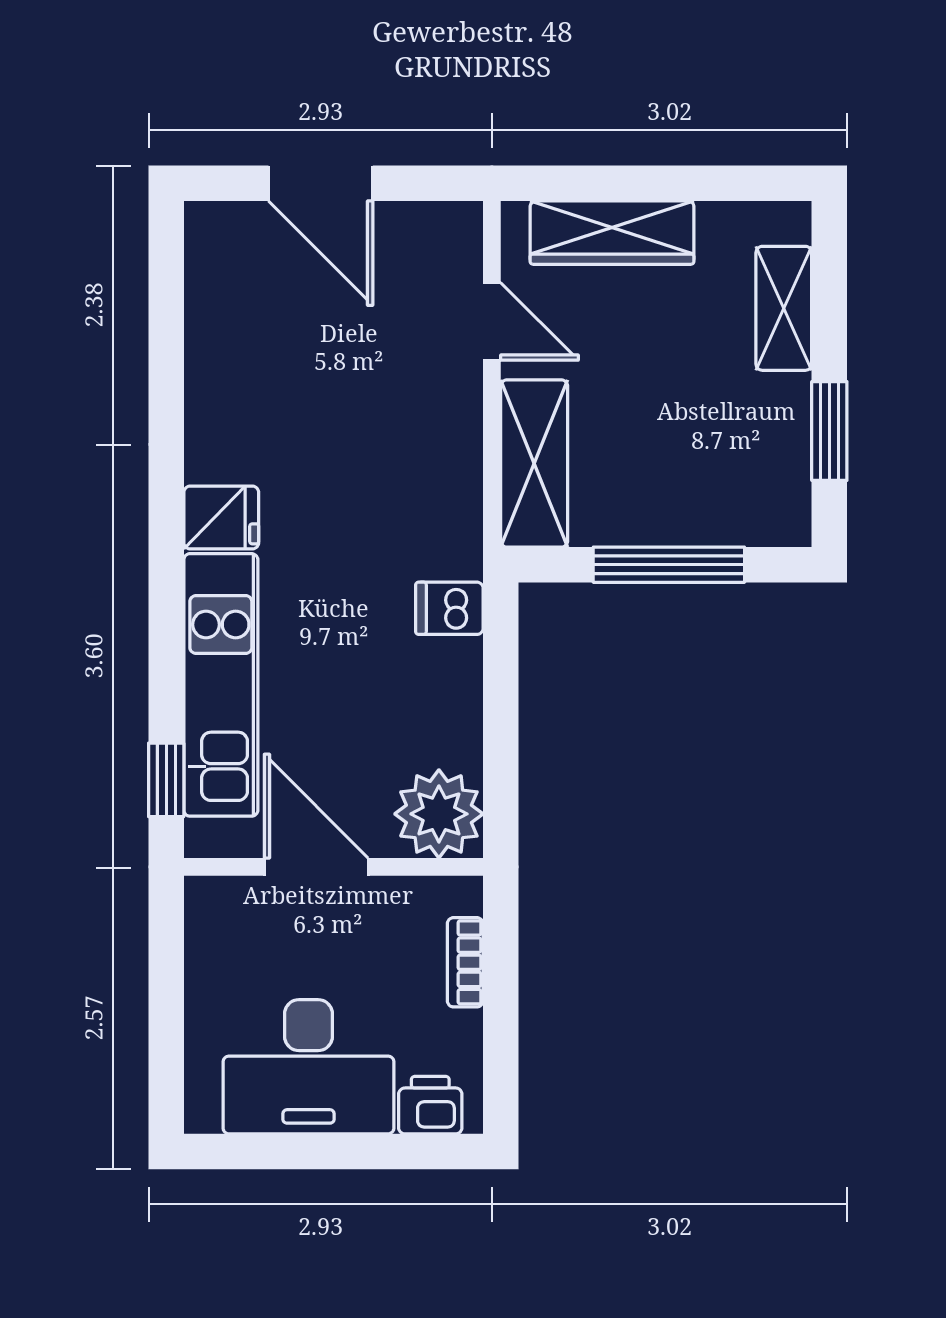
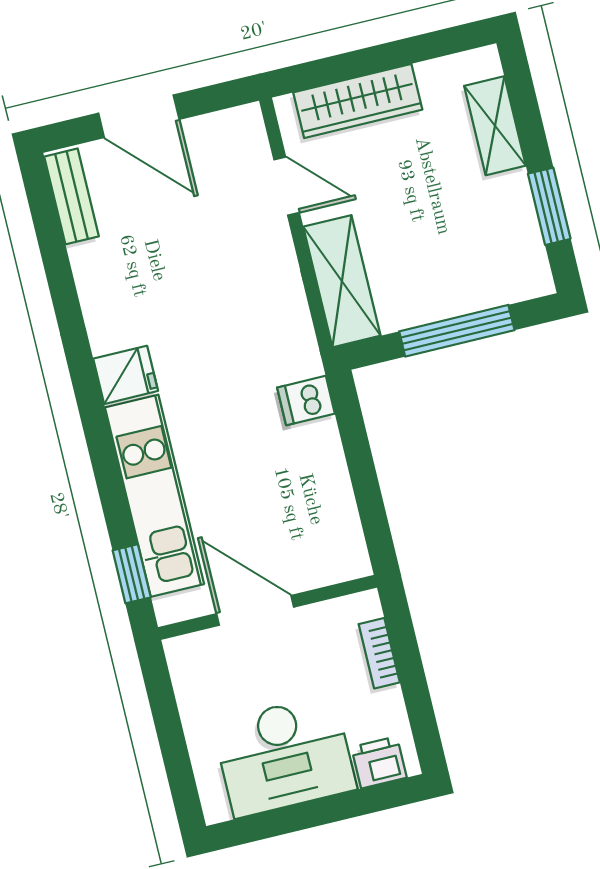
bench: (207, 267) -> (72, 196), added
plant: (439, 814) -> (334, 551), removed

